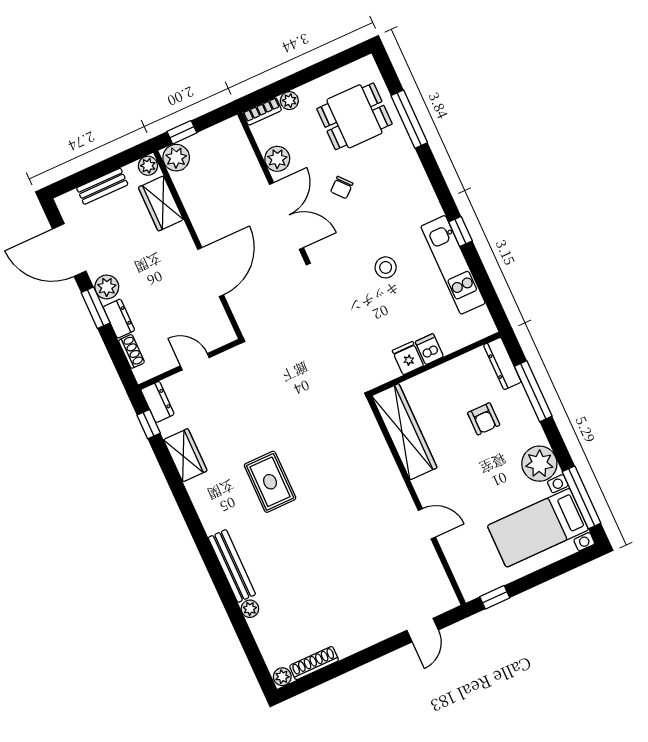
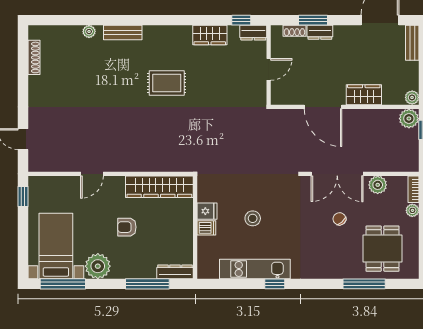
bench: (102, 186) -> (412, 43), moved
wardrobe: (161, 203) -> (364, 95), moved
stool: (386, 267) -> (253, 218), moved
plant: (107, 287) -> (344, 34), removed
window: (96, 308) -> (313, 20), moved
armchair: (484, 419) -> (127, 227), moved
bench: (232, 566) -> (123, 32), width x0.73
plant: (282, 677) -> (34, 32), removed

